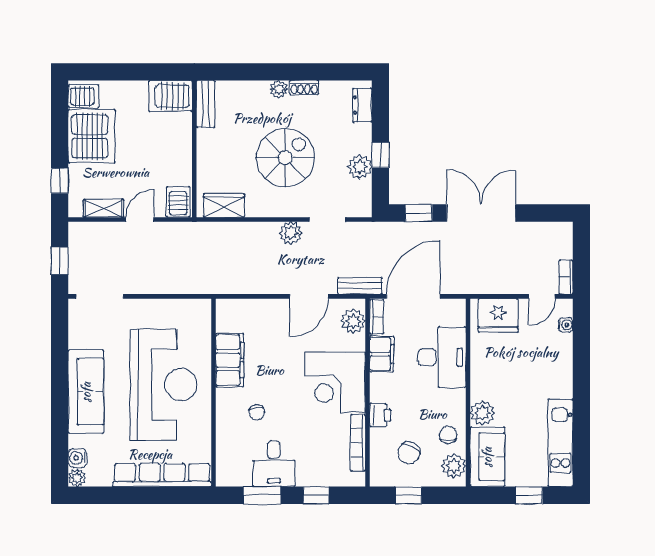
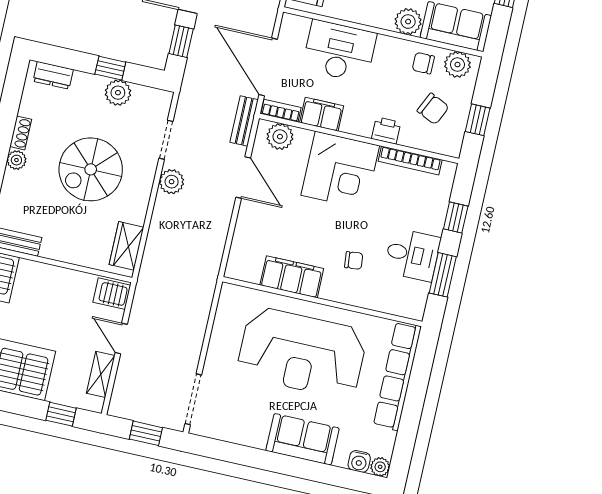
spiral stairs: (285, 158) -> (91, 169), turned -90
reception desk: (163, 385) -> (302, 353), turned 180
sofa: (86, 392) -> (303, 439), width x0.73

